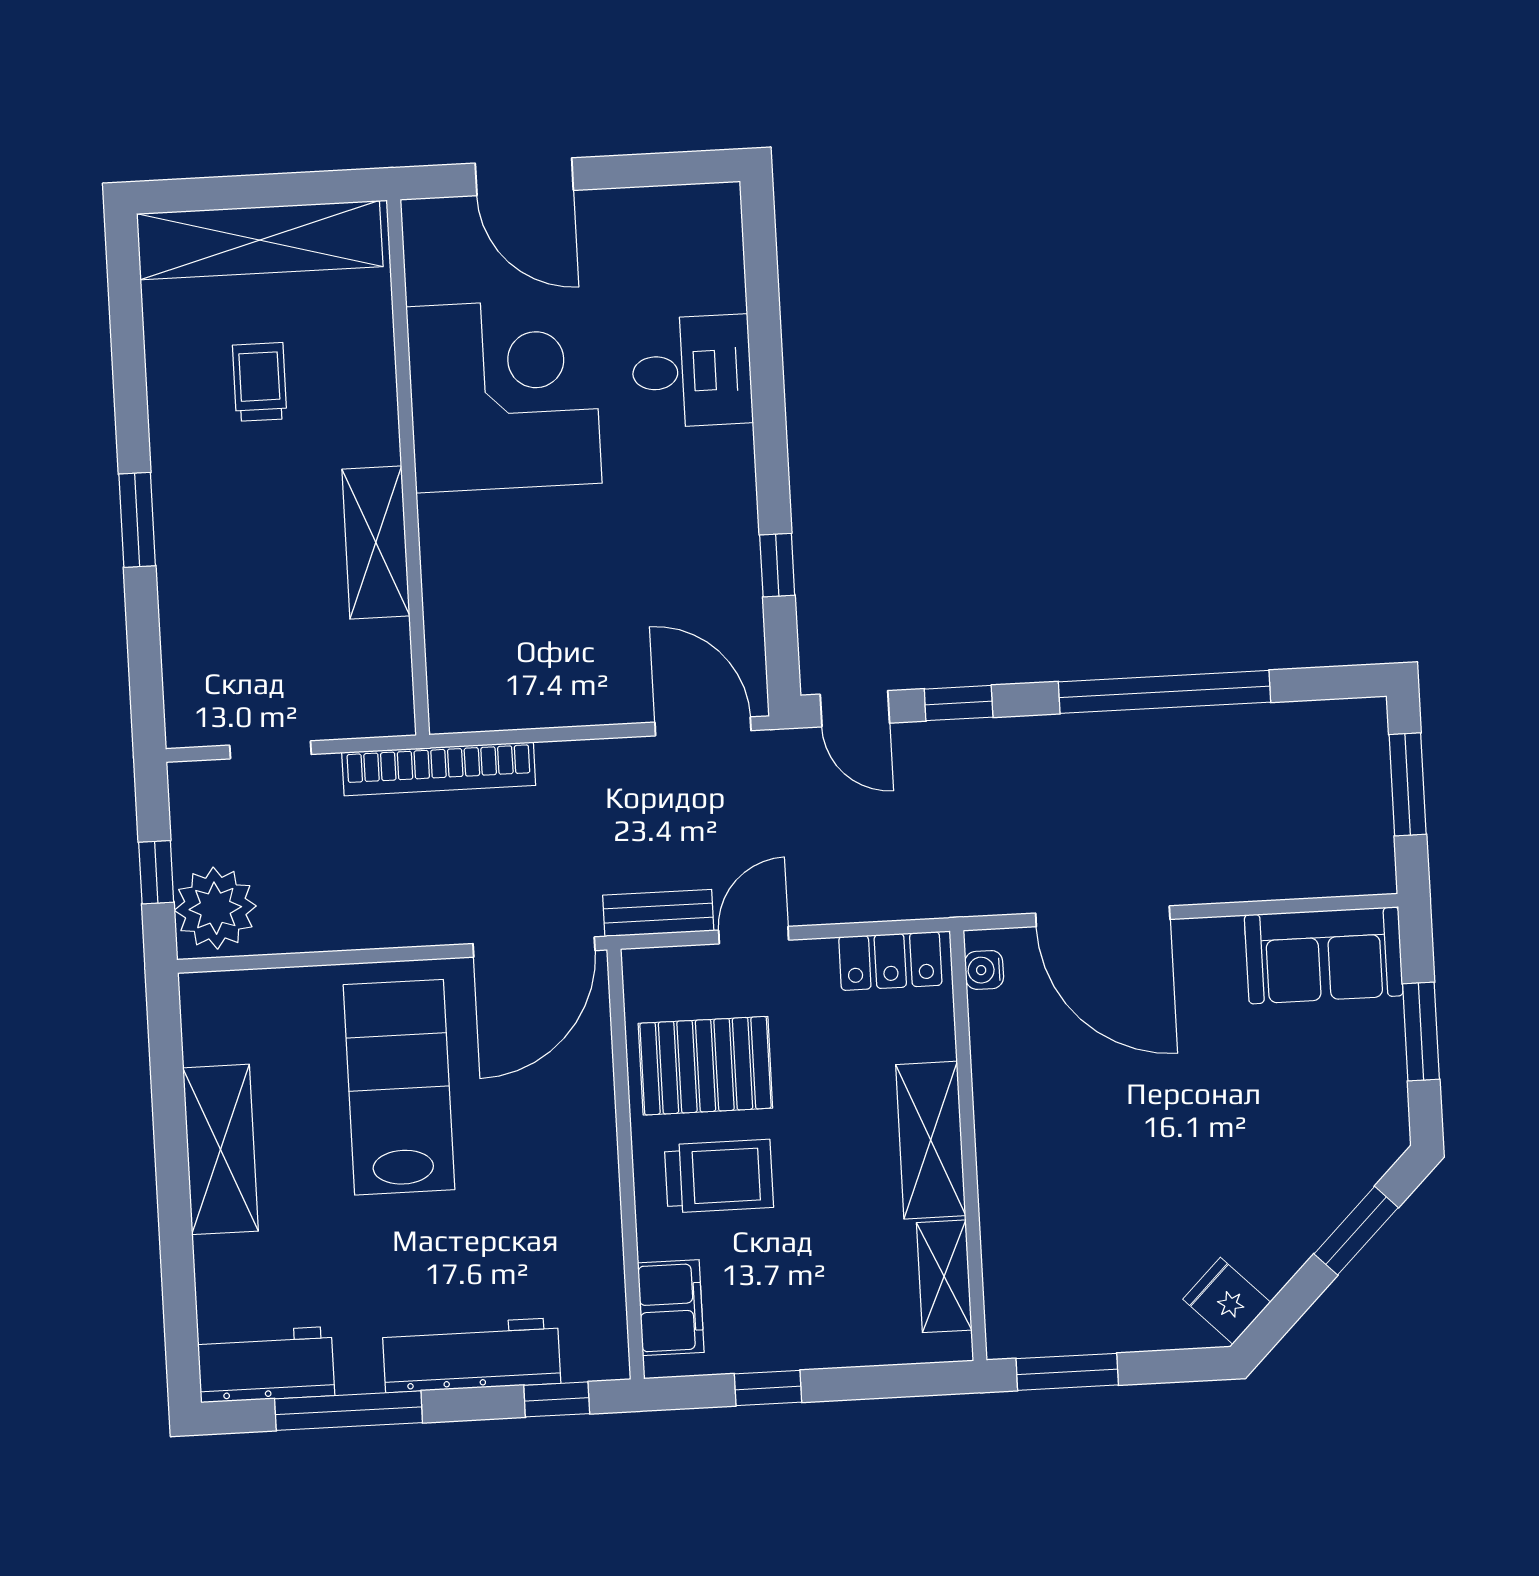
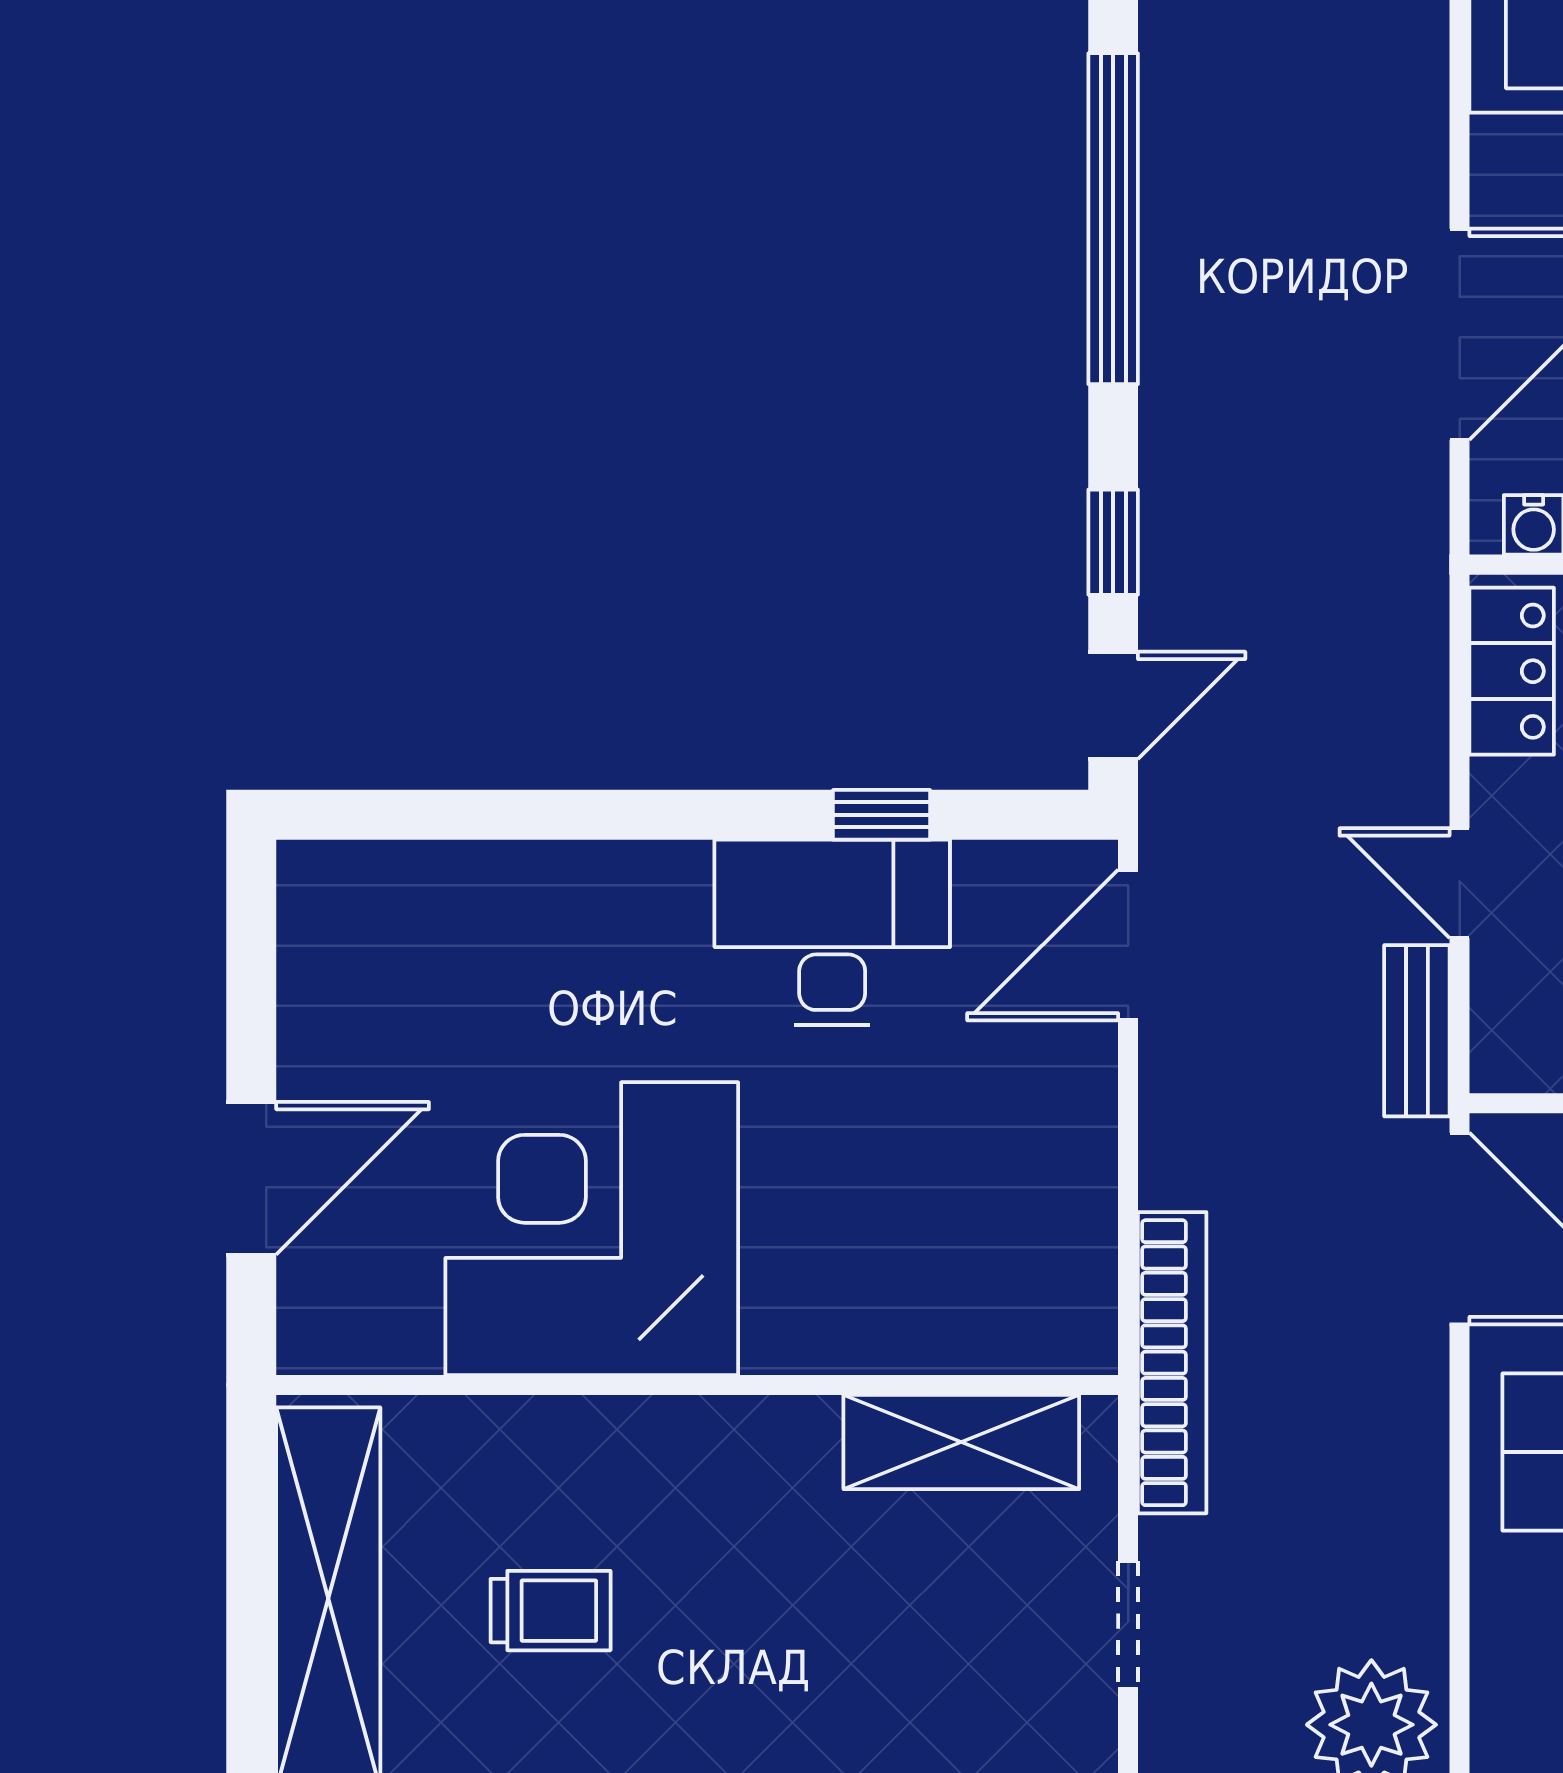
desk: (692, 371) -> (832, 932), moved, width x1.37
trolley: (260, 382) -> (551, 1611), turned 180
shelving: (376, 543) -> (961, 1442), moved

